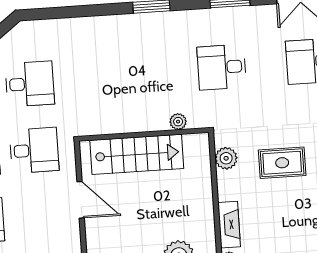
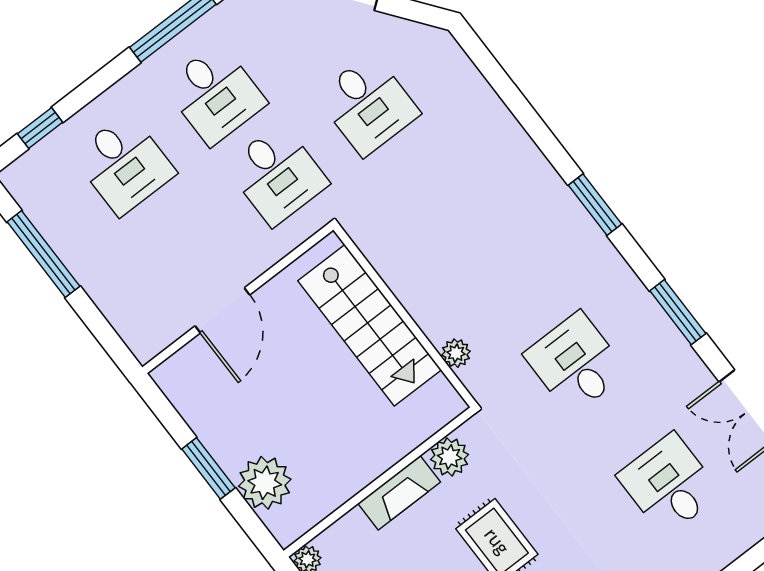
door: (81, 200) -> (222, 310), moved
fireplace: (229, 225) -> (399, 493), moved

